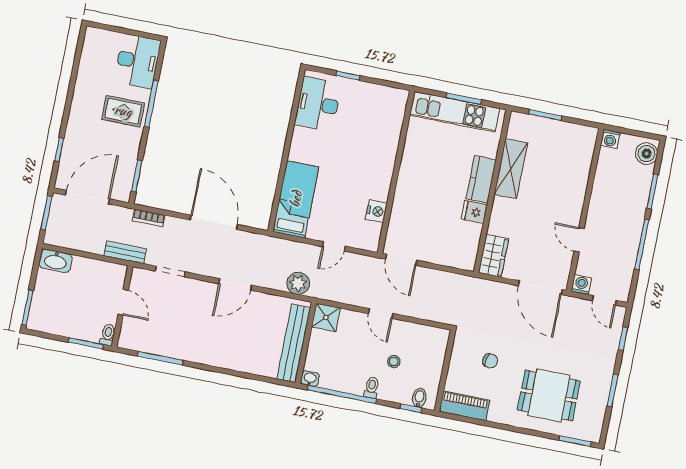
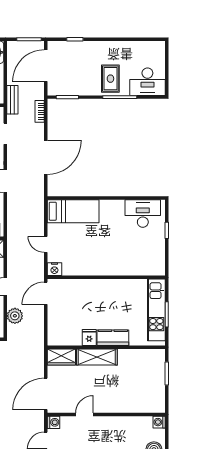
shelving: (511, 169) -> (97, 357), moved
door: (87, 197) -> (46, 66), swing flipped
nightstand: (376, 211) -> (54, 269), moved
plant: (298, 283) -> (15, 316), moved

